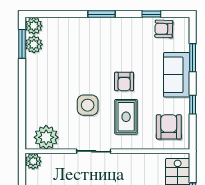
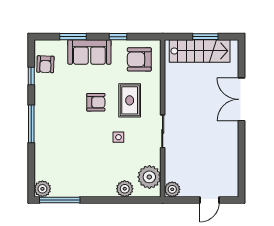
window: (101, 14) -> (31, 124), width x1.44
window: (22, 44) -> (60, 200), width x1.44
plant: (34, 44) -> (125, 189), moved
side table: (88, 105) -> (118, 137), width x0.54, depth x0.54
rug: (126, 117) -> (130, 100), turned 90

